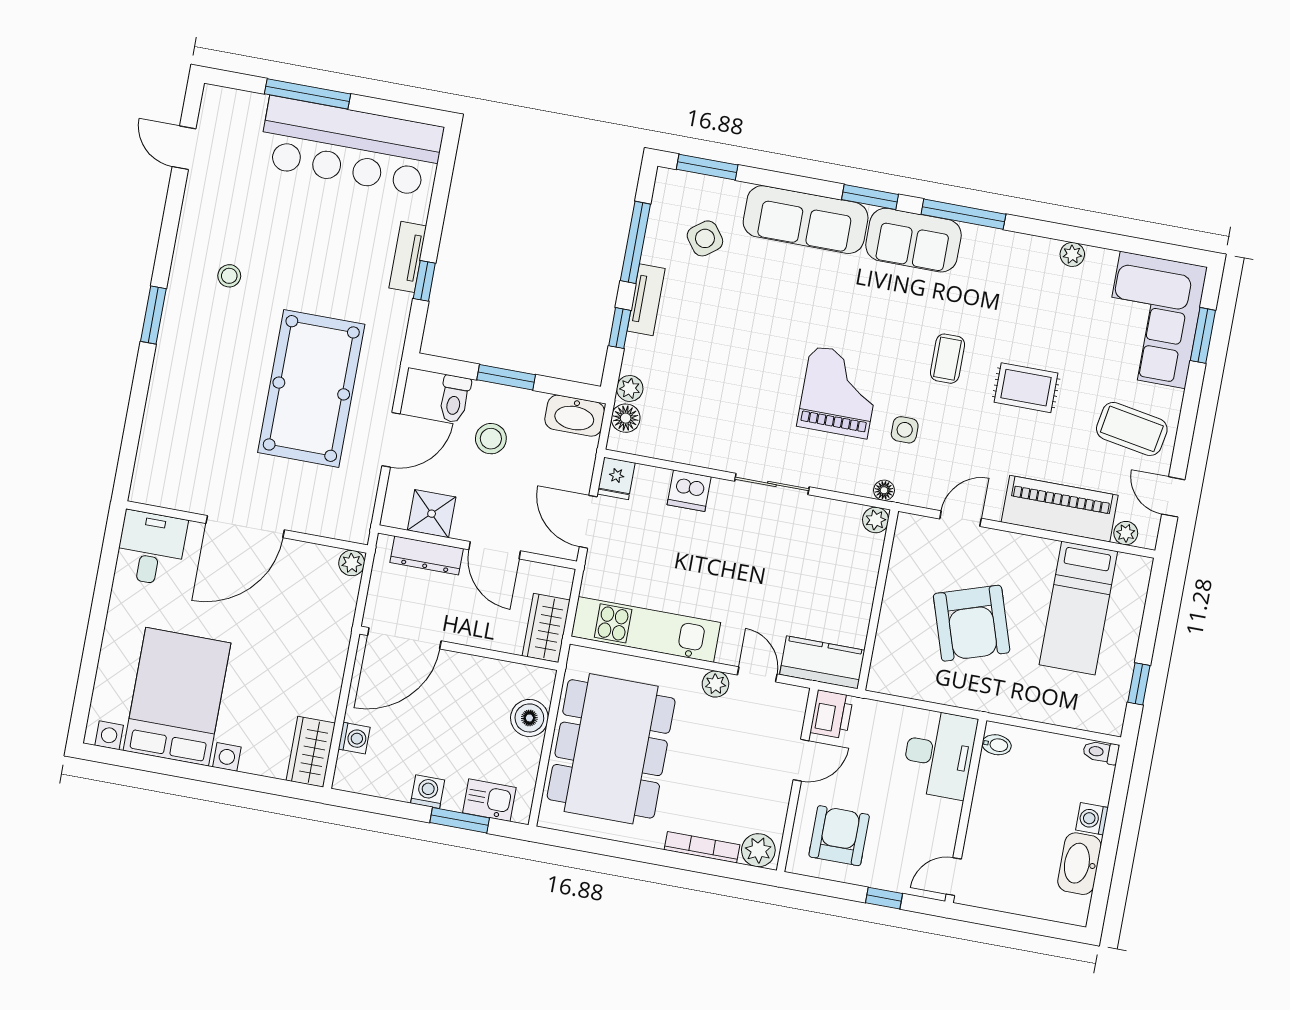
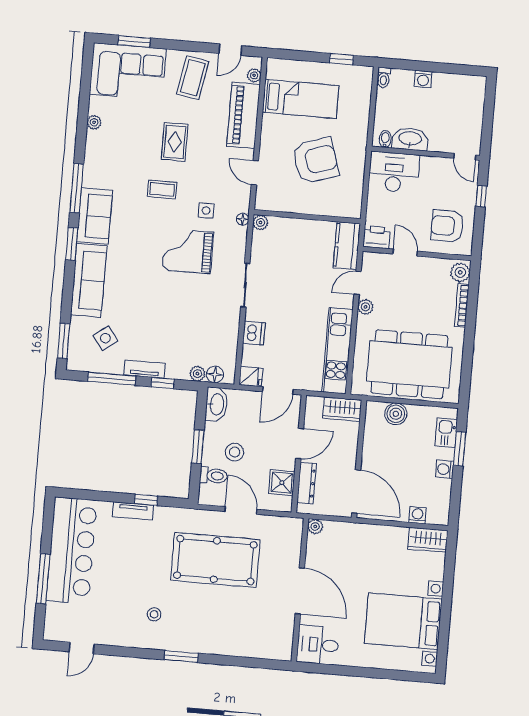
washbasin: (1079, 864) -> (410, 139), moved, turned 180

